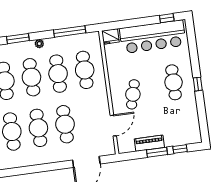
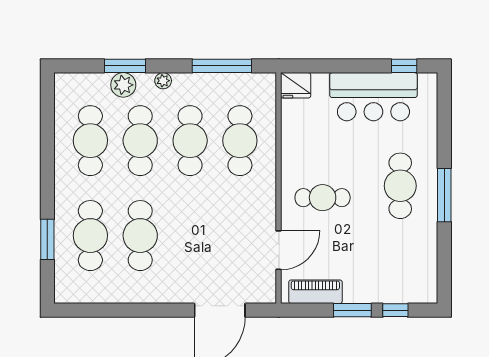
bar counter: (153, 37) -> (373, 97), width x0.73
plant: (18, 49) -> (123, 85), added
window: (198, 84) -> (444, 195), width x2.17
cafe table: (133, 94) -> (323, 198), turned 75
cafe table: (65, 124) -> (190, 236), removed
piano: (149, 143) -> (315, 292), moved

